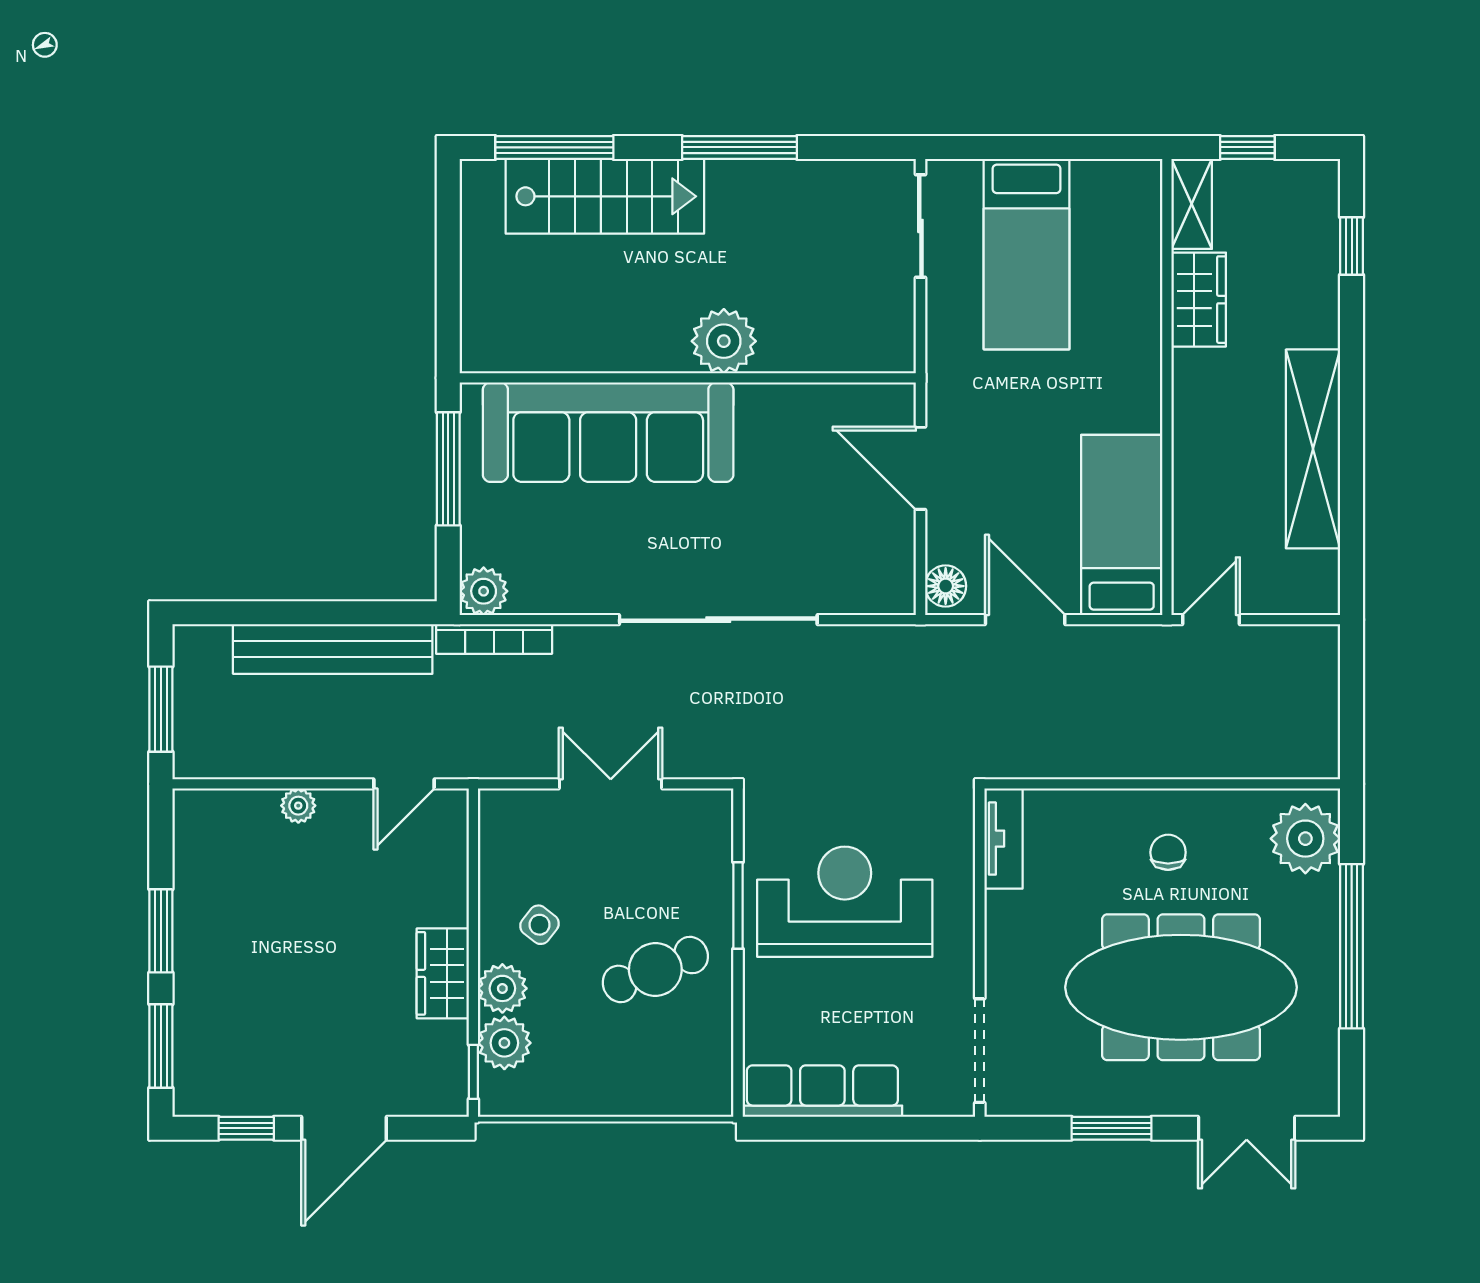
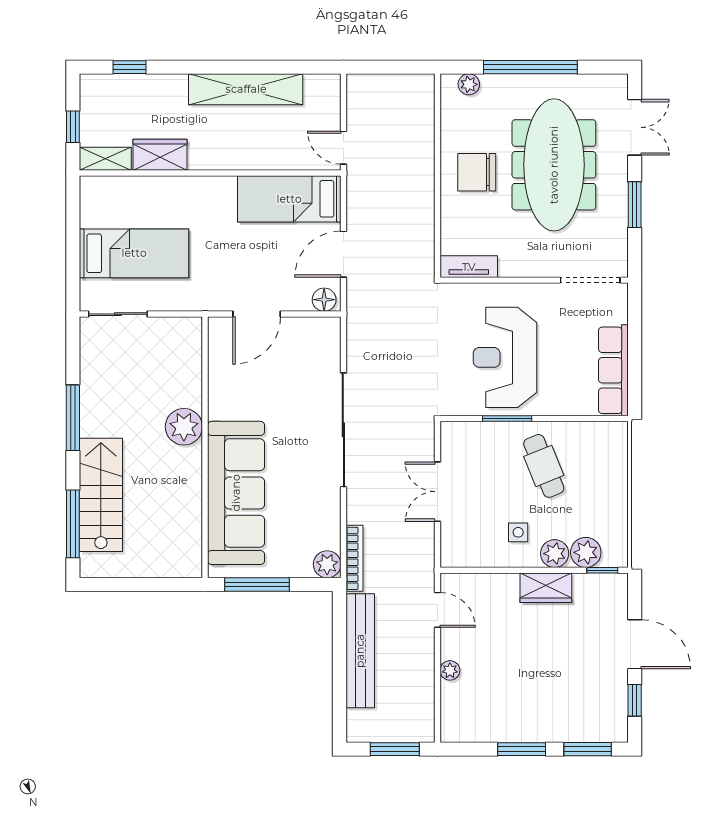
plant: (1305, 839) -> (469, 84), width x0.53, depth x0.53
chair: (1168, 852) -> (477, 172), width x1.87, depth x1.87
side table: (539, 925) -> (518, 532), turned -38

